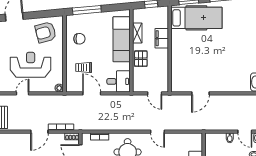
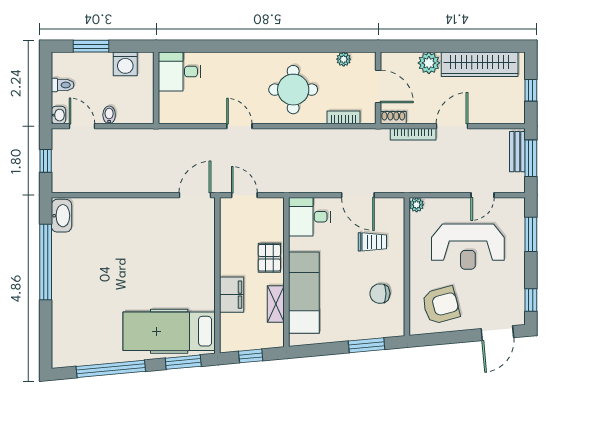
window: (87, 10) -> (367, 345), width x0.69
door: (201, 93) -> (195, 195), moved

